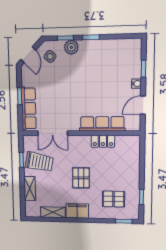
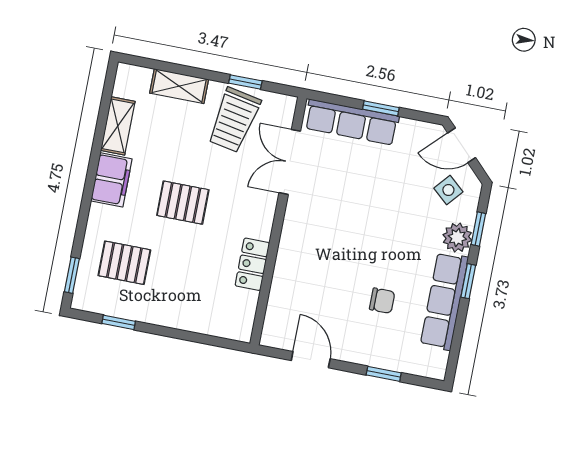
chair: (108, 77) -> (382, 301), added
water cooler: (136, 84) -> (357, 355), removed
row of seats: (102, 124) -> (444, 301), moved, turned 180
pallet: (113, 199) -> (124, 263), turned 90

